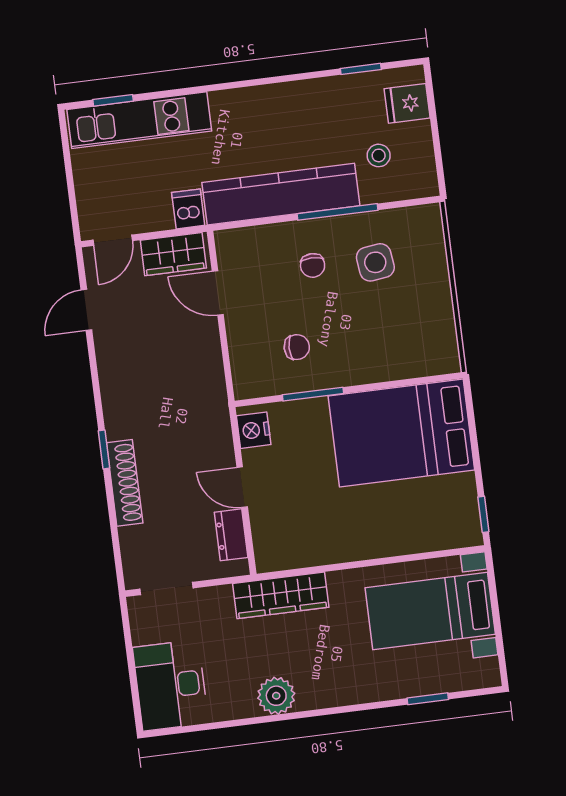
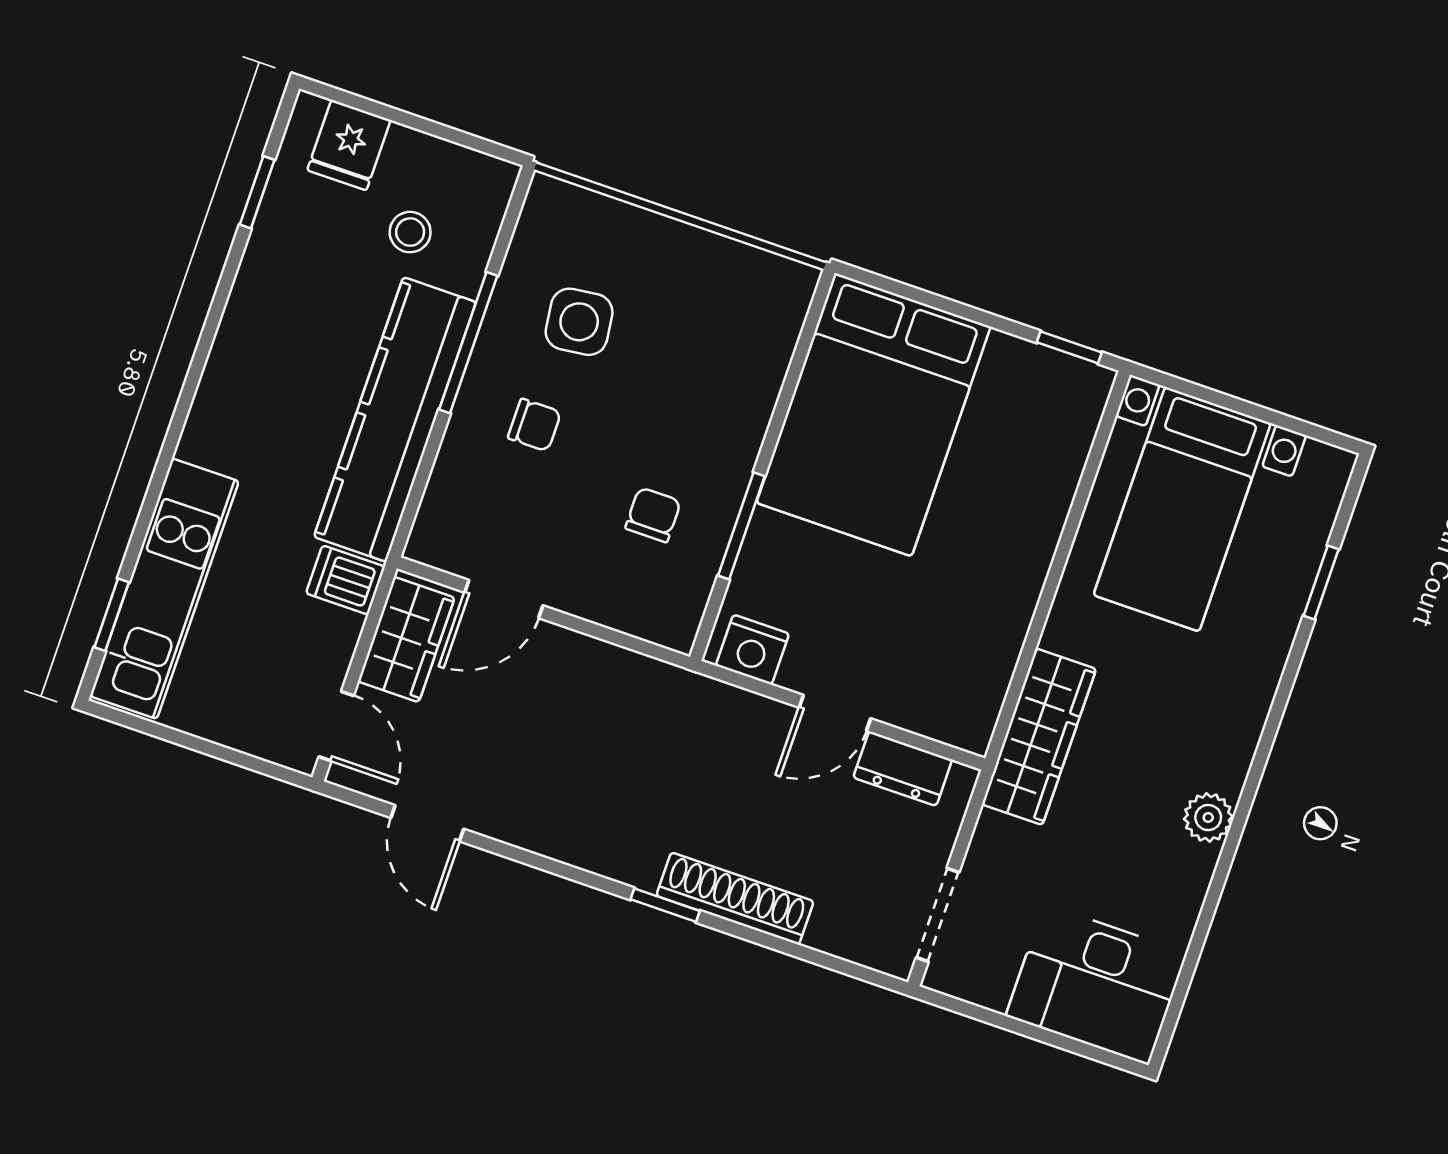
plant: (276, 696) -> (1208, 818), width x0.73, depth x0.73

